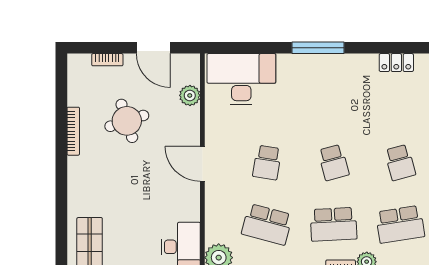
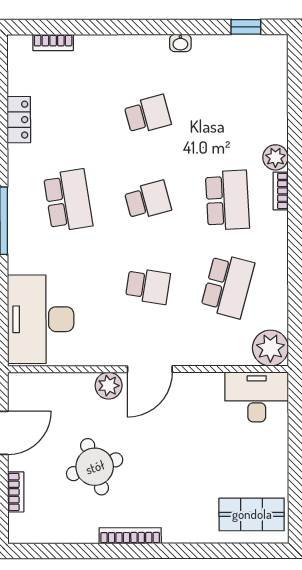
plant: (190, 95) -> (109, 386), moved
bookcase: (73, 131) -> (130, 536), moved
school desk: (400, 224) -> (68, 200), moved

